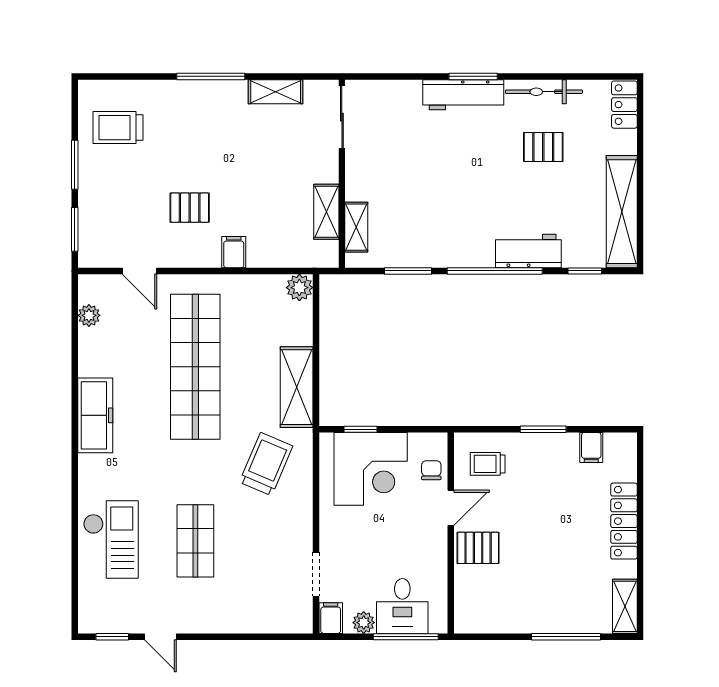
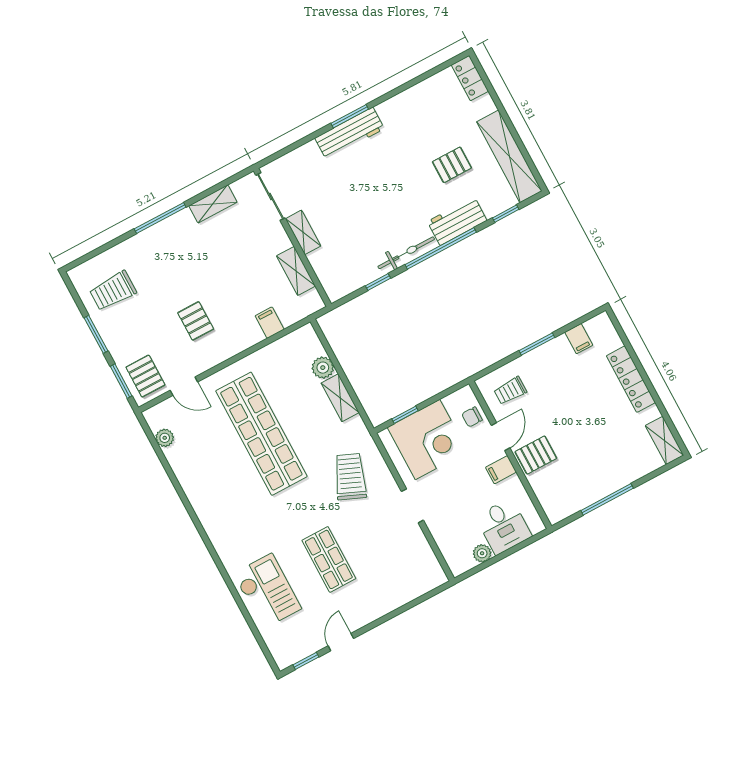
bicycle: (544, 92) -> (406, 253), moved, turned 180
pallet: (543, 147) -> (452, 165), moved
pallet: (190, 208) -> (196, 321), turned 90
shelving: (356, 227) -> (303, 232), moved
pallet: (104, 238) -> (145, 376), added
filing cabinet: (234, 252) -> (270, 323), moved
window: (408, 271) -> (378, 282), width x0.67
plant: (299, 288) -> (323, 368), moved
shelving: (297, 387) -> (340, 398), width x0.67, depth x0.75
freezer: (95, 415) -> (208, 508), removed
chair: (431, 470) -> (472, 417), turned -90
doorway: (316, 574) -> (412, 506), moved
filing cabinet: (331, 618) -> (501, 470), moved, turned -90
door: (161, 637) -> (341, 642), swing flipped
window: (406, 637) -> (518, 547), removed
window: (566, 637) -> (607, 499), moved

